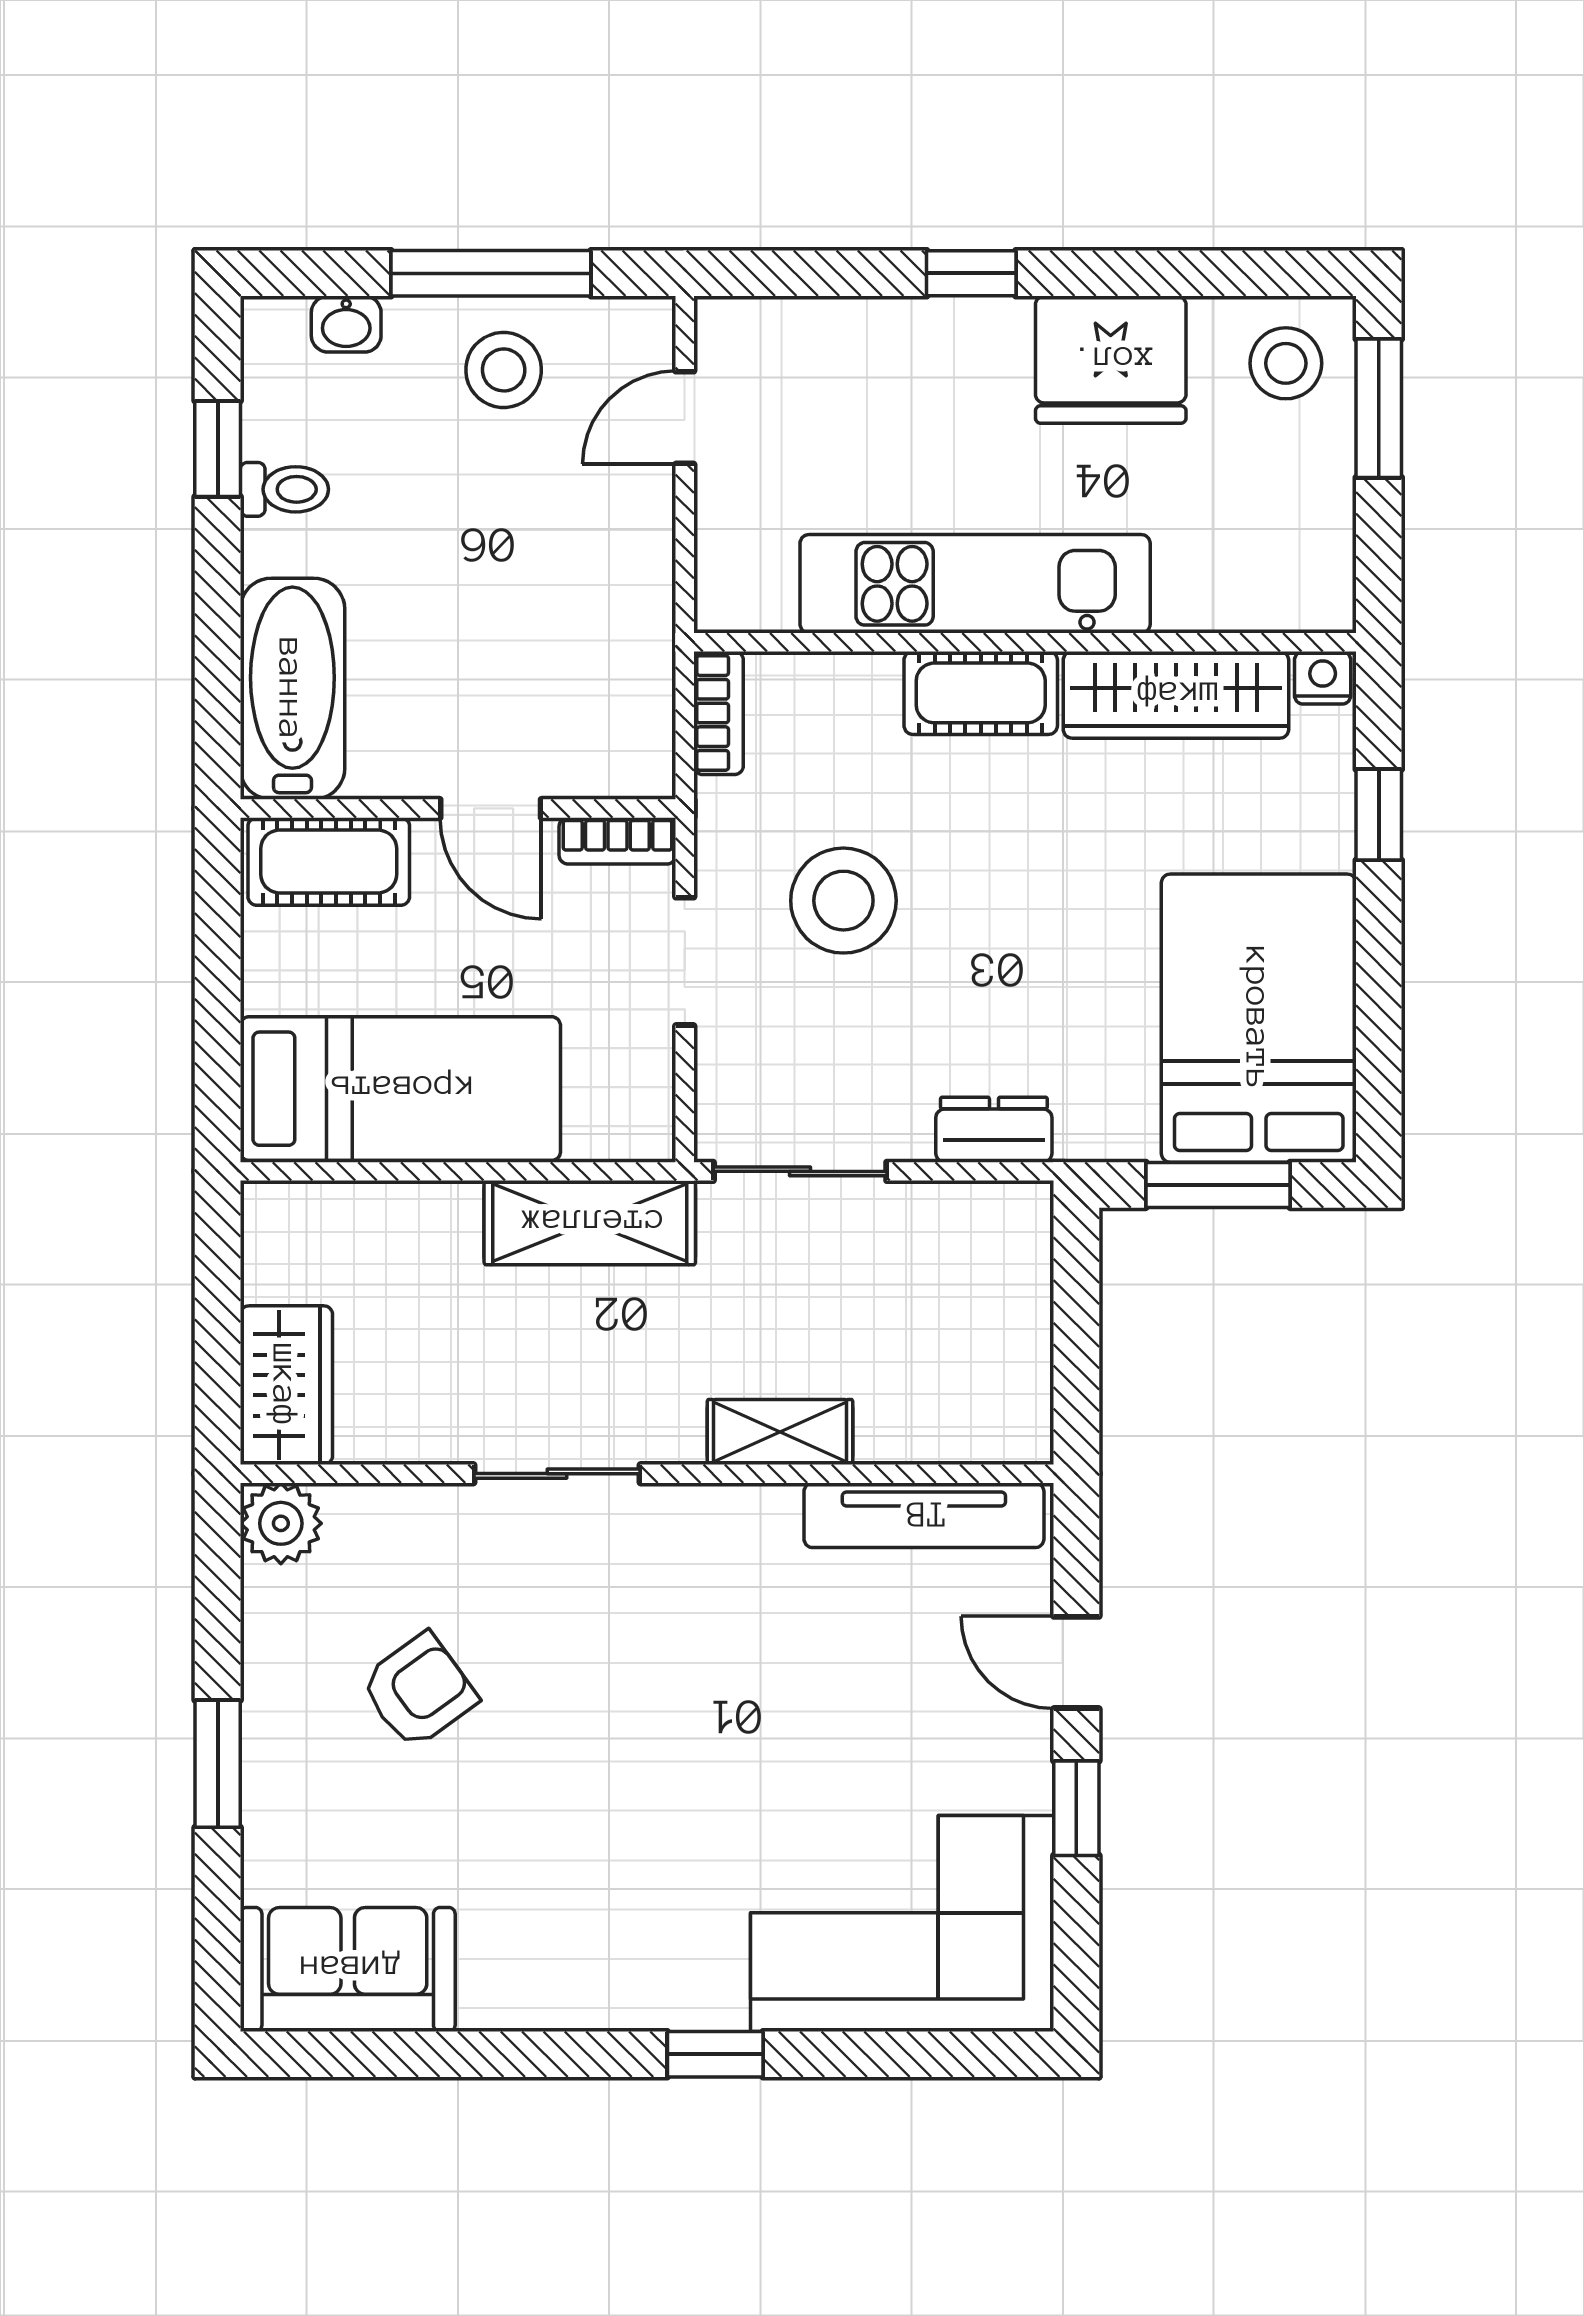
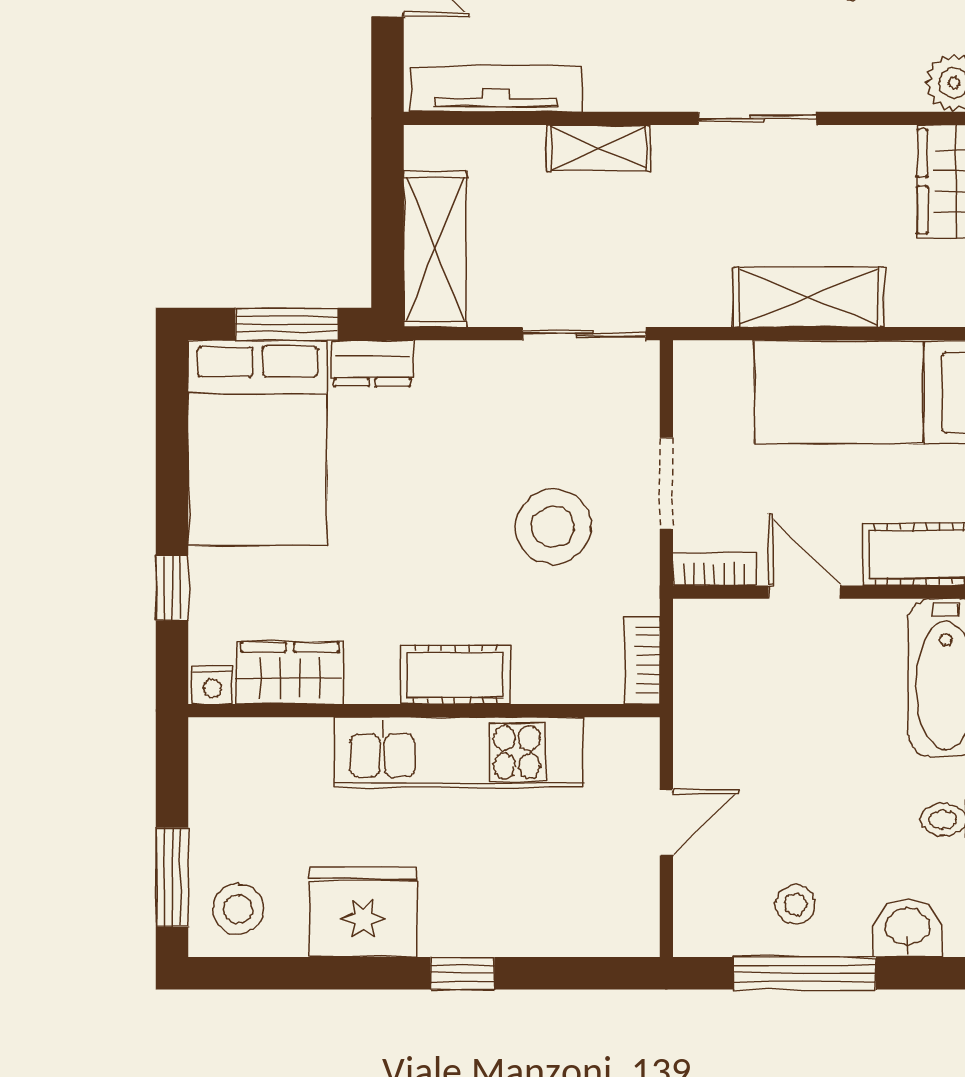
washbasin: (346, 324) -> (907, 928), width x1.38, depth x1.45
stool: (504, 370) -> (795, 904), width x0.73, depth x0.73
door: (685, 418) -> (666, 822), moved
wardrobe: (1176, 695) -> (290, 673), width x0.67
dresser: (994, 1130) -> (372, 363), moved
shelving: (590, 1223) -> (809, 297), moved
shelving: (1010, 1290) -> (435, 249), added

